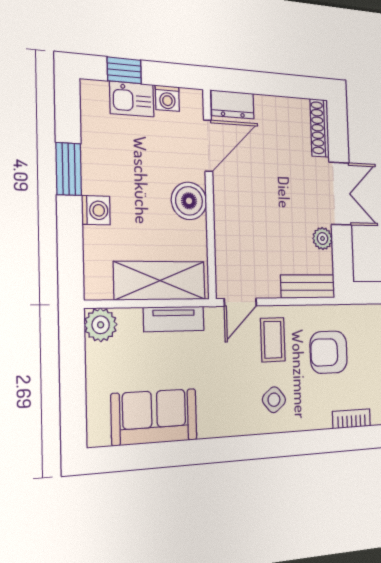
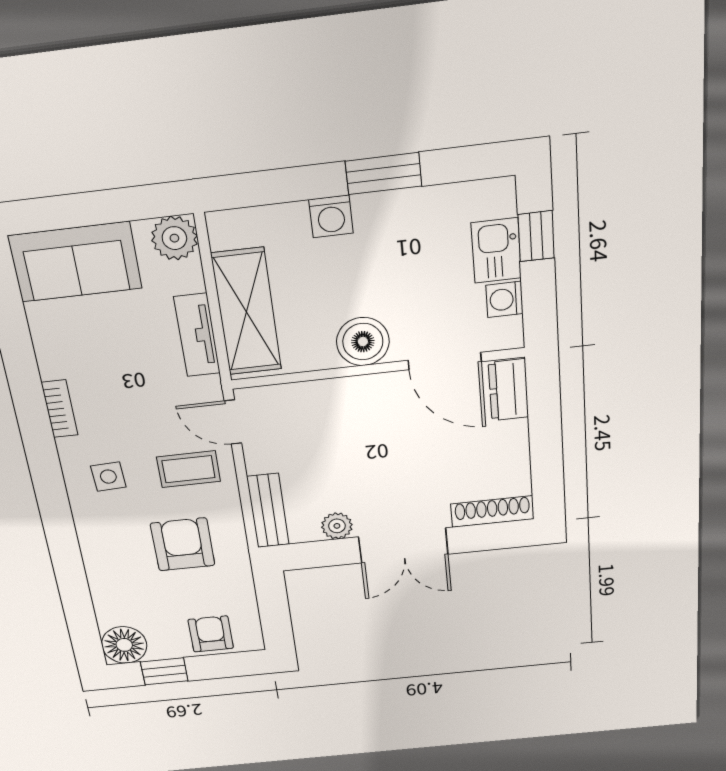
side table: (274, 400) -> (108, 477), turned 36
sofa: (154, 417) -> (75, 262), moved, turned 90
bookcase: (351, 419) -> (60, 409), moved

